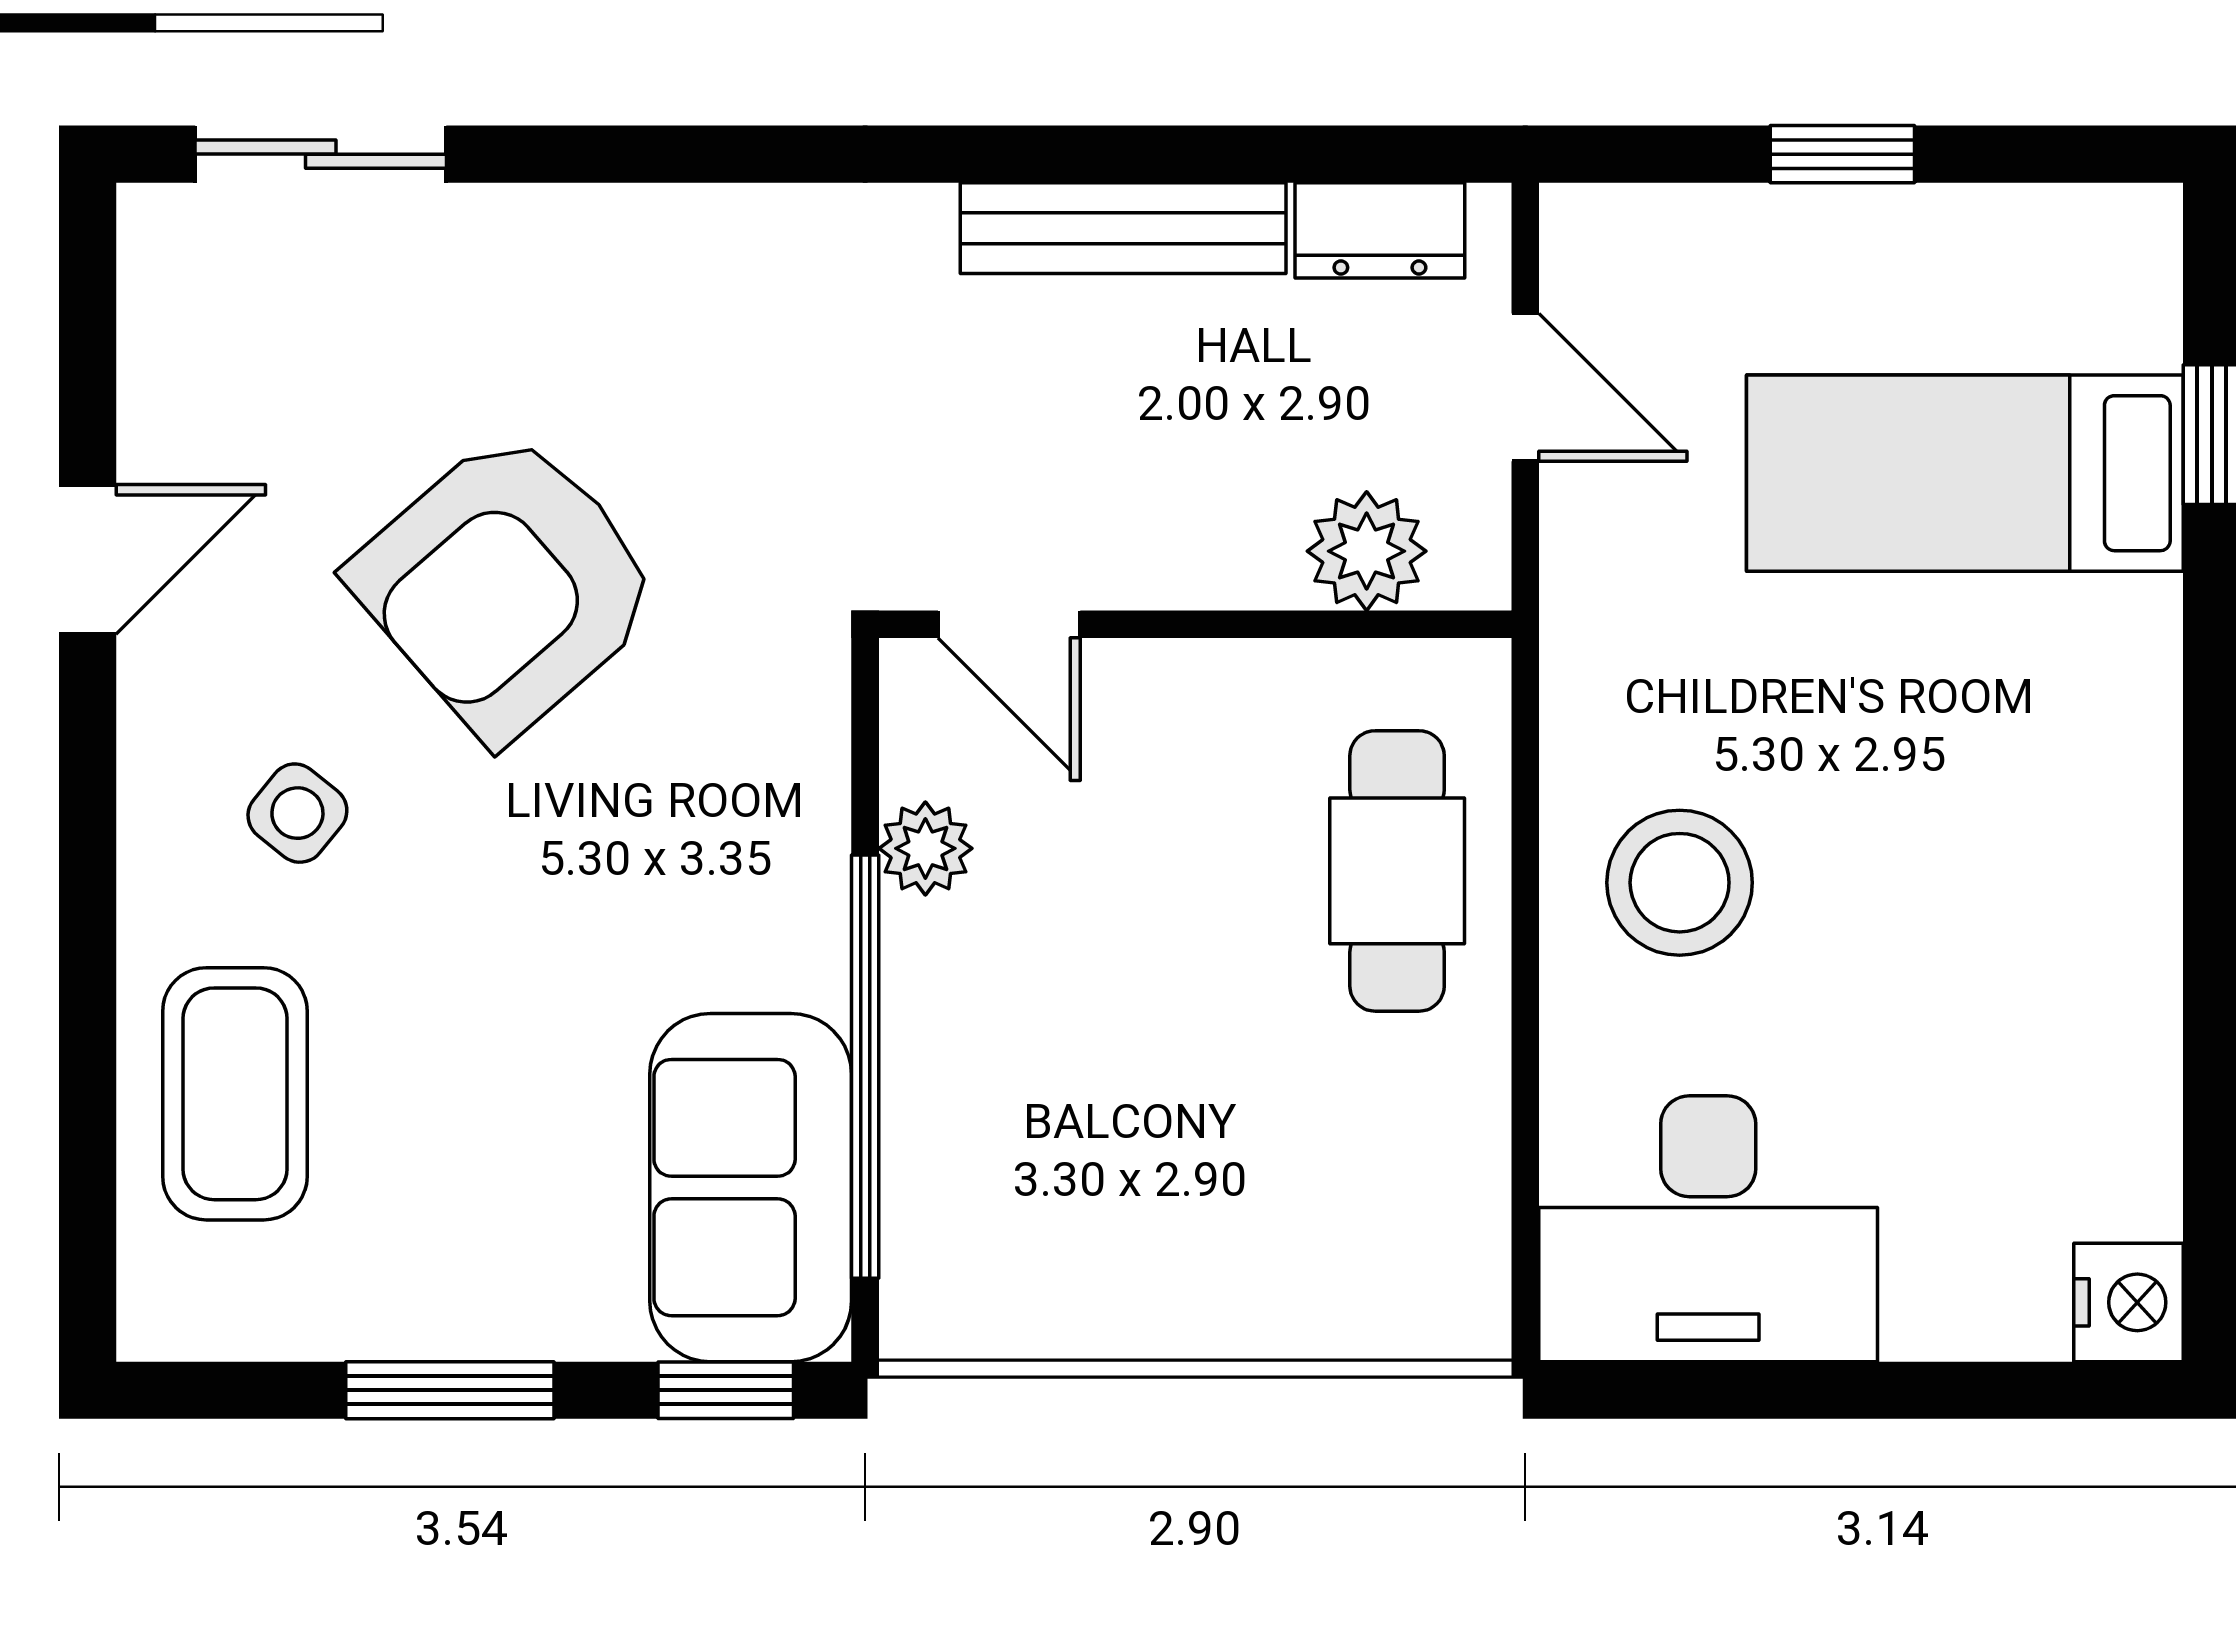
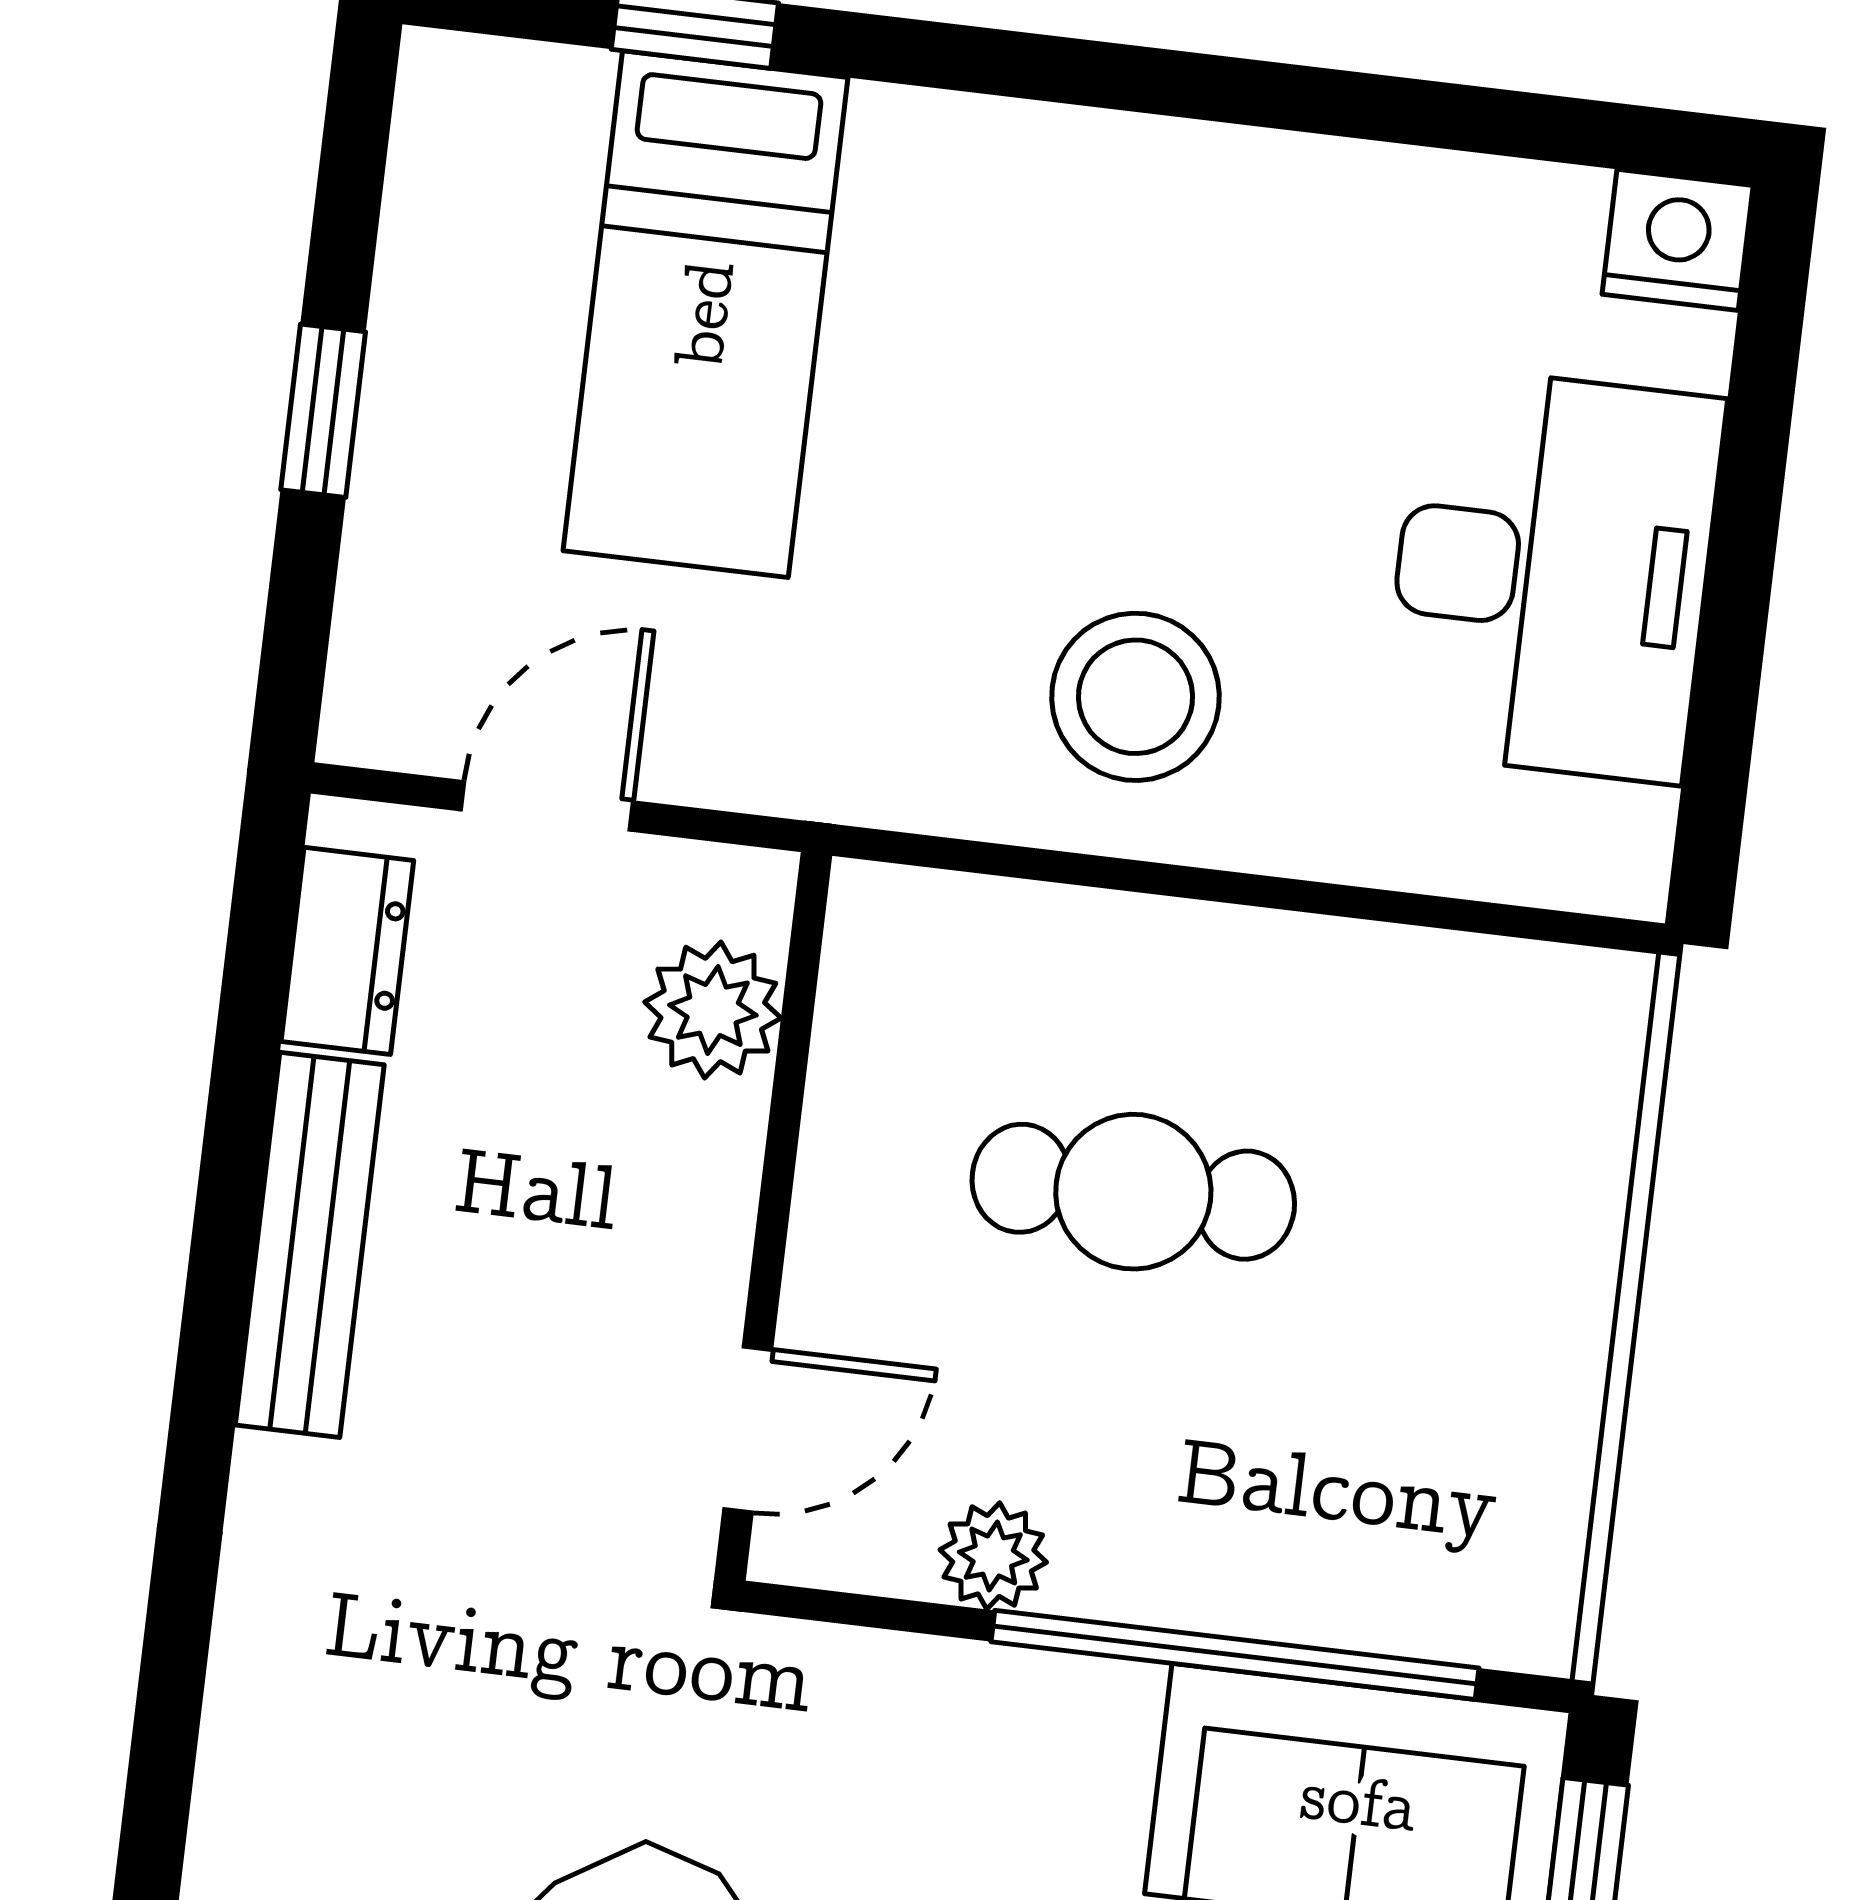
cafe table: (1397, 871) -> (1133, 1192), moved
desk: (1708, 1229) -> (1552, 574), moved

